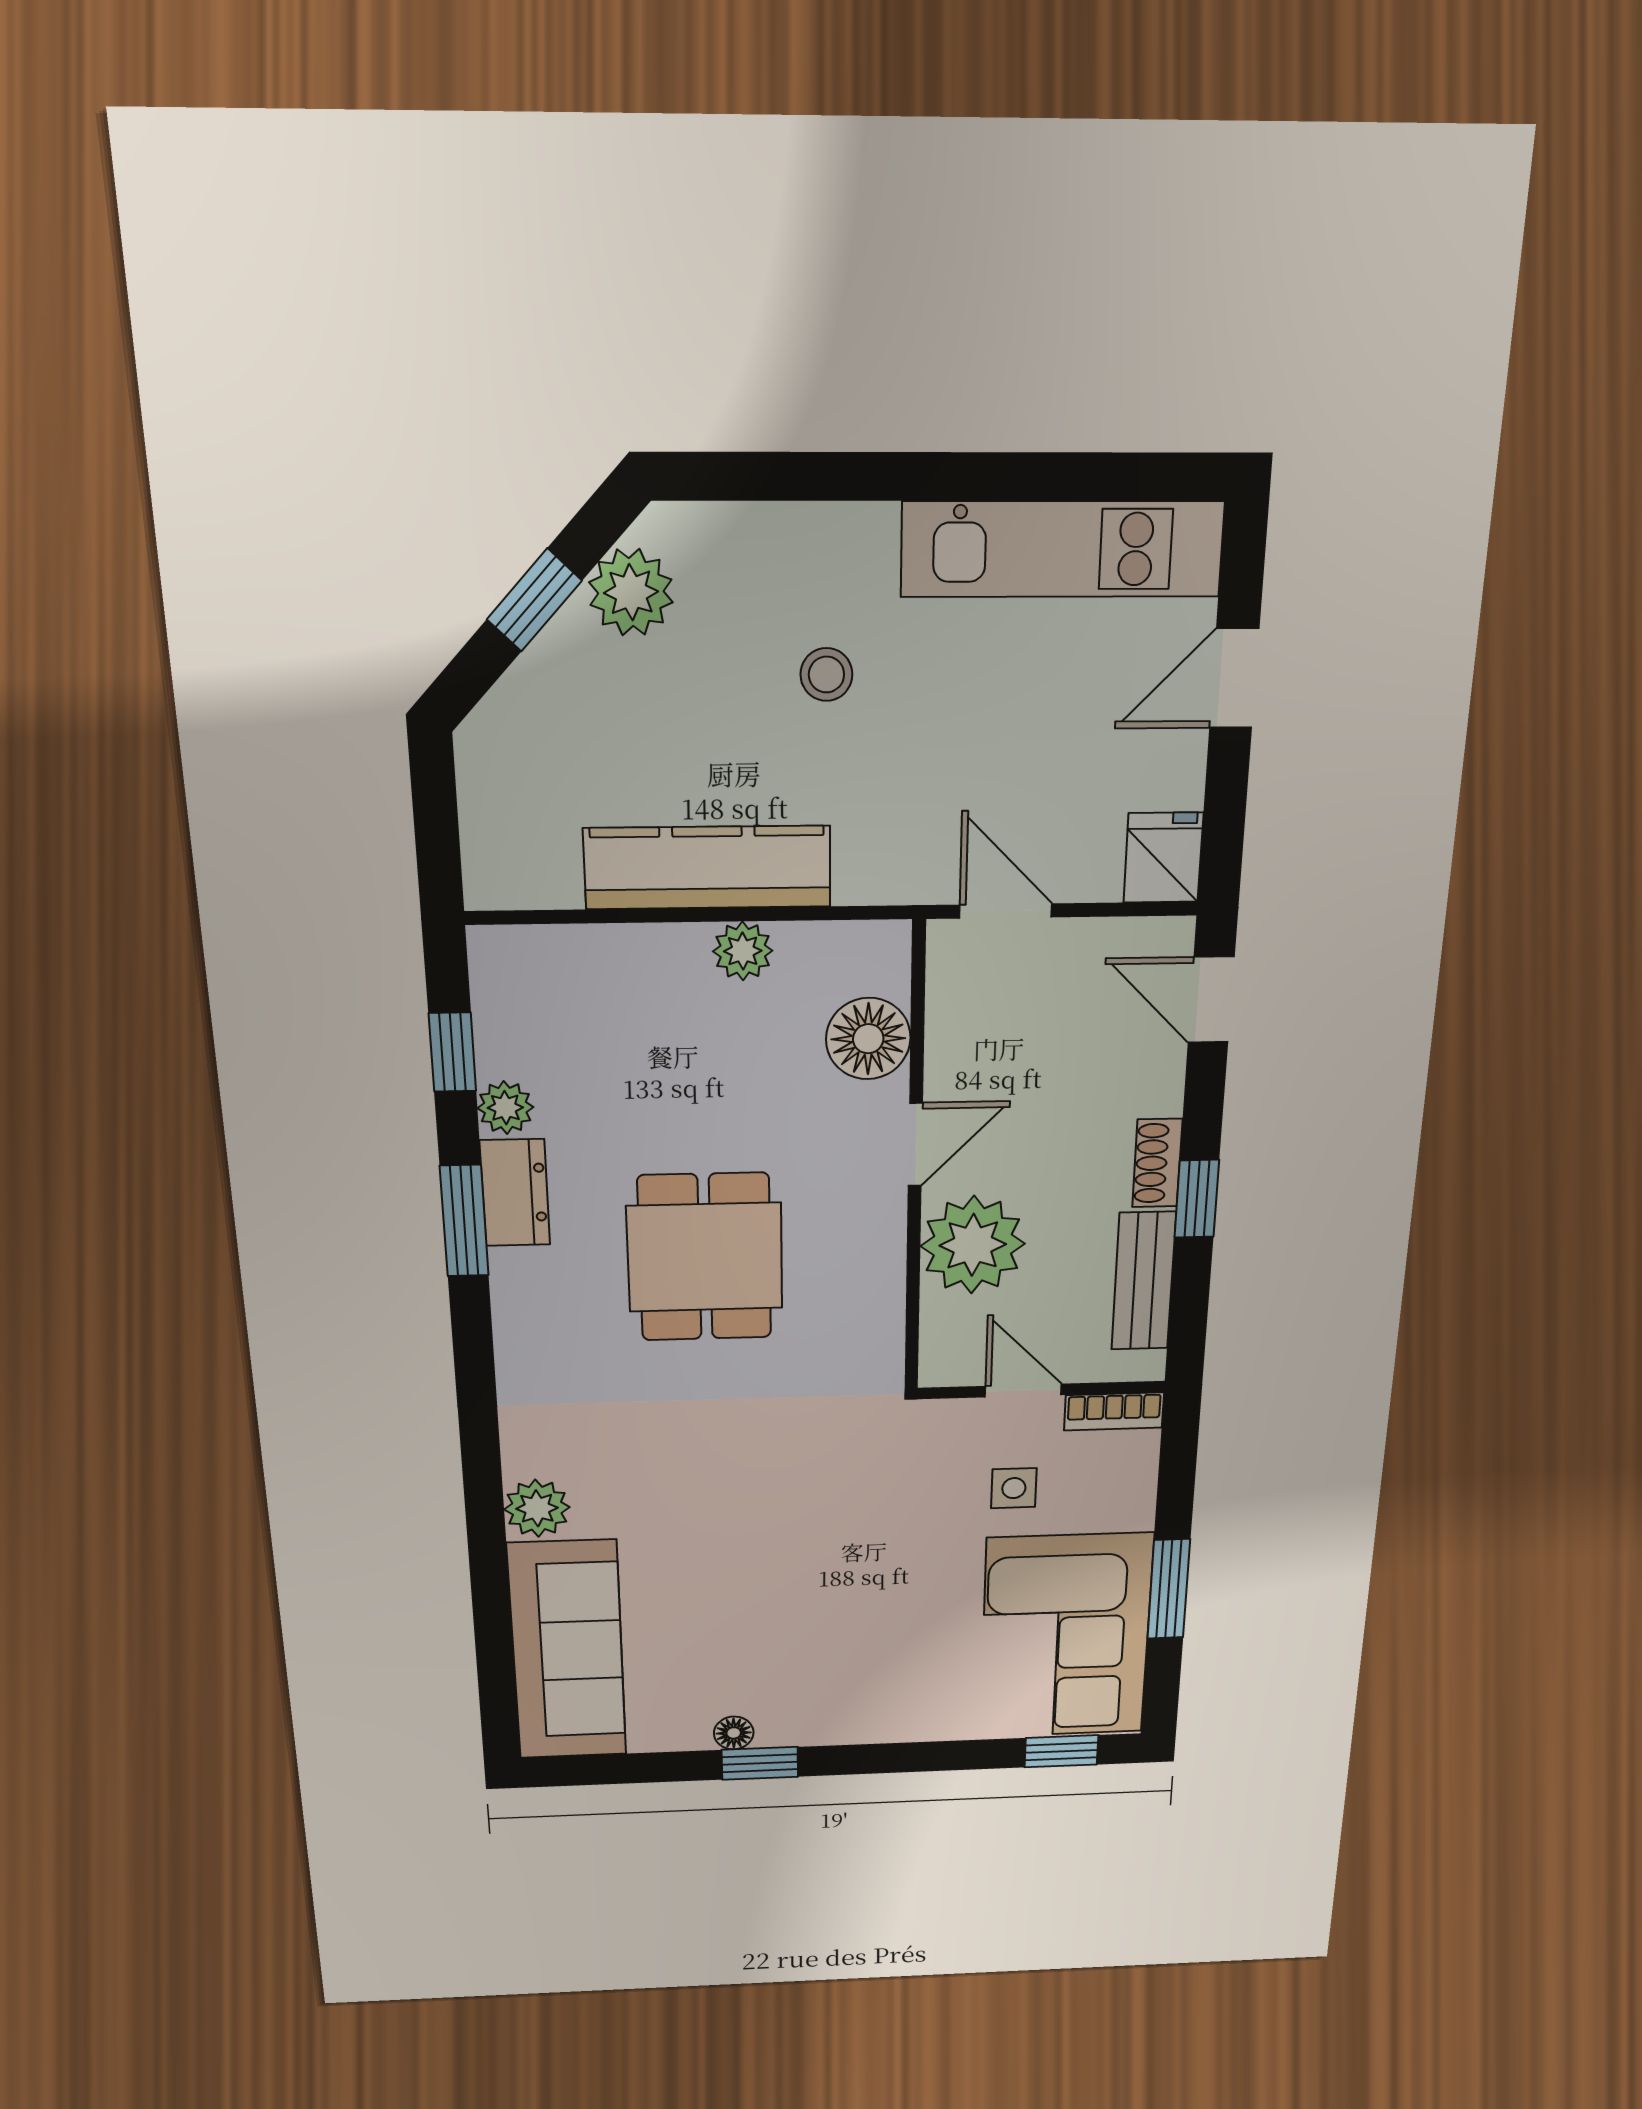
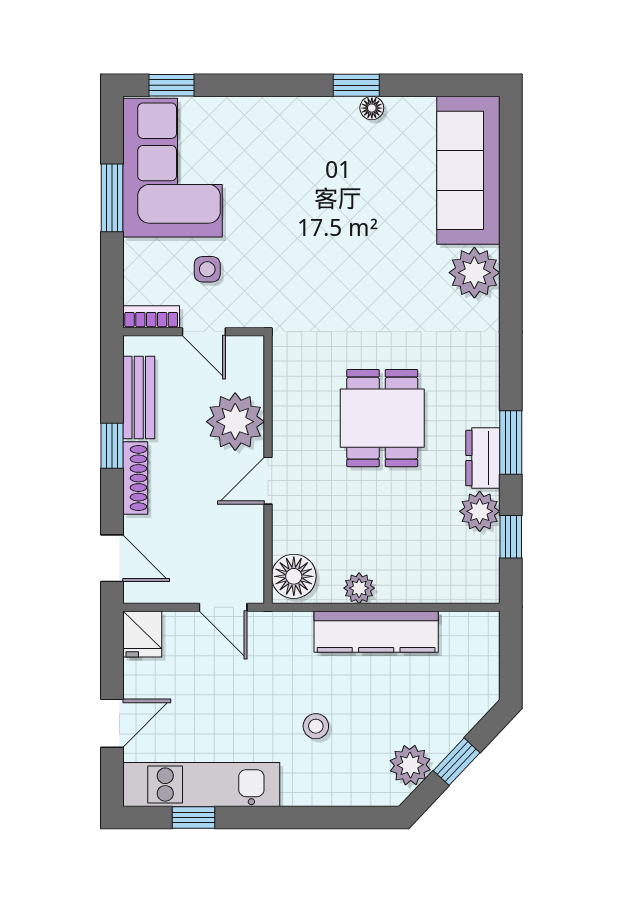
window: (1081, 477) -> (193, 817), added
floor lamp: (868, 1039) -> (294, 576), moved
plant: (505, 1108) -> (480, 511), width x1.38, depth x1.38
shoe rack: (1157, 1163) -> (135, 478), width x1.43
plant: (537, 1508) -> (474, 273), width x1.36, depth x1.36

